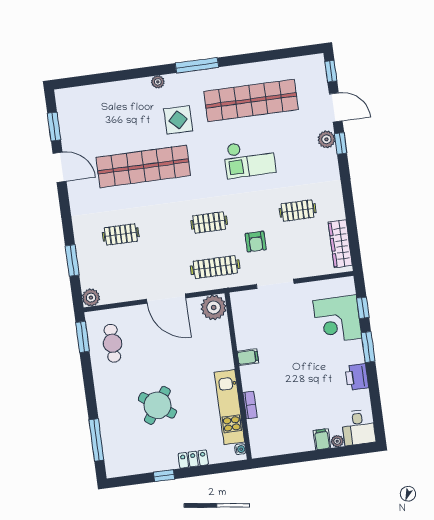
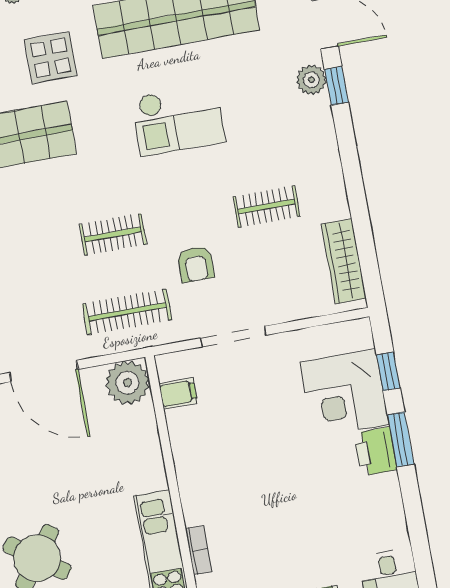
filing cabinet: (248, 357) -> (178, 393), moved
printer: (357, 377) -> (376, 451), moved

